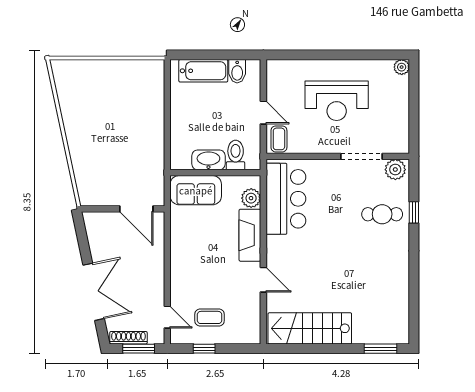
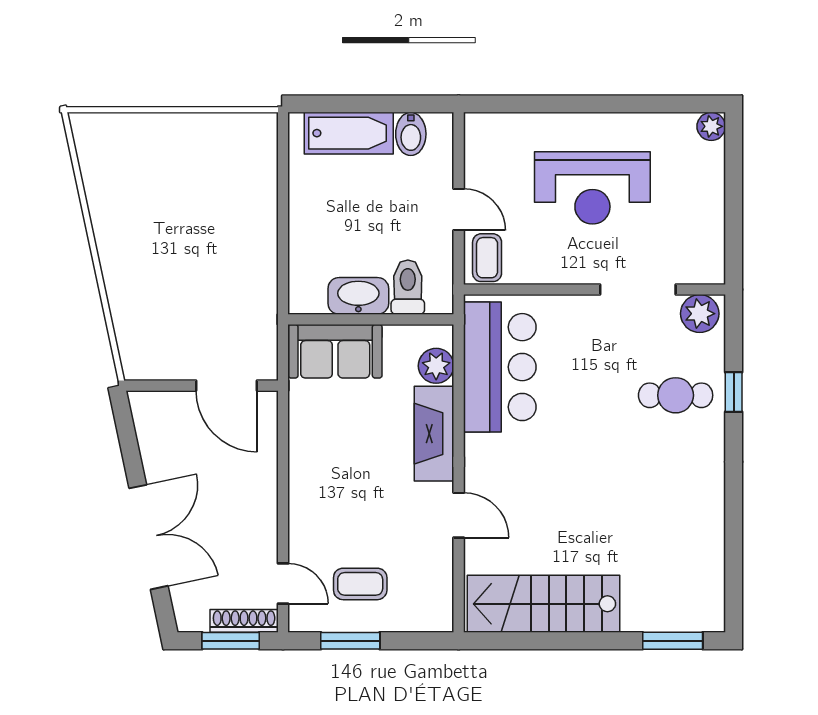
shoe rack: (128, 338) -> (244, 621), moved
window: (204, 349) -> (350, 641), width x1.50

